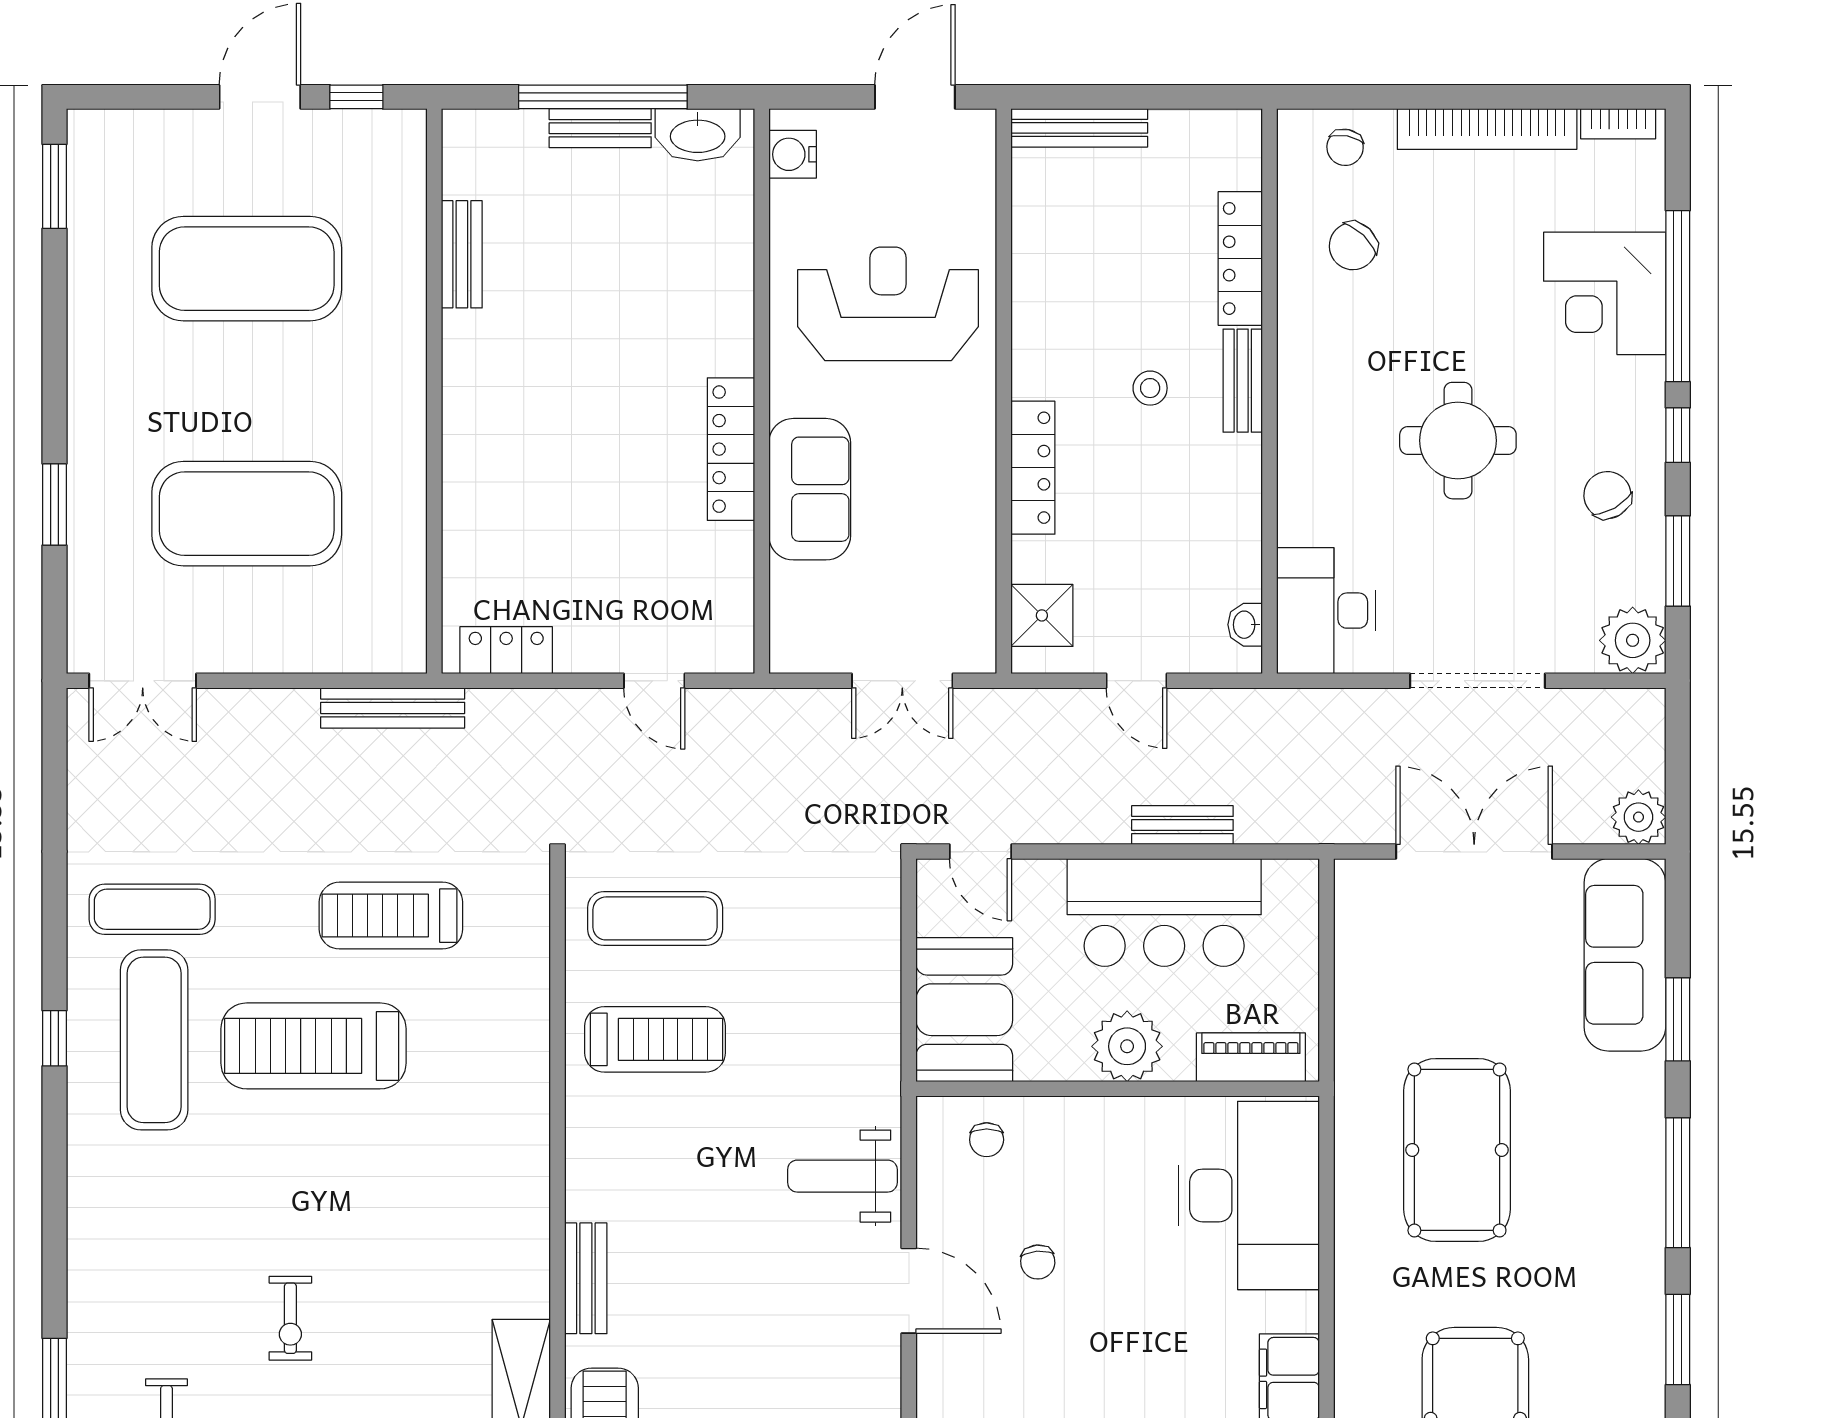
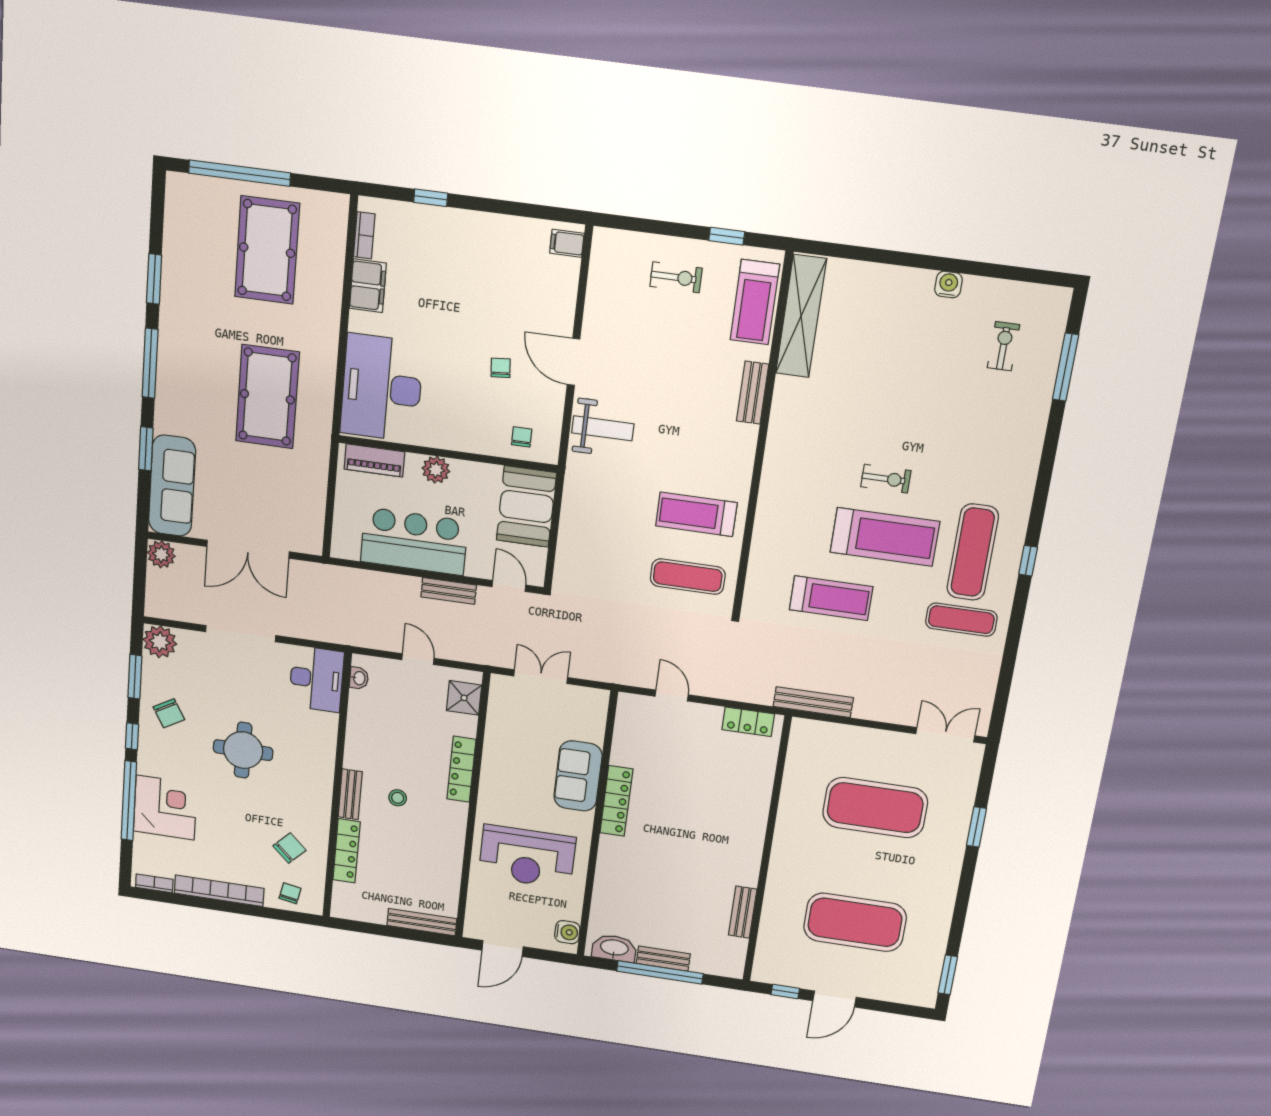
bench: (1182, 825) -> (449, 591), moved
plant: (1127, 1046) -> (436, 470), width x0.73, depth x0.73
exercise bike: (290, 1318) -> (886, 479), moved, turned 90

